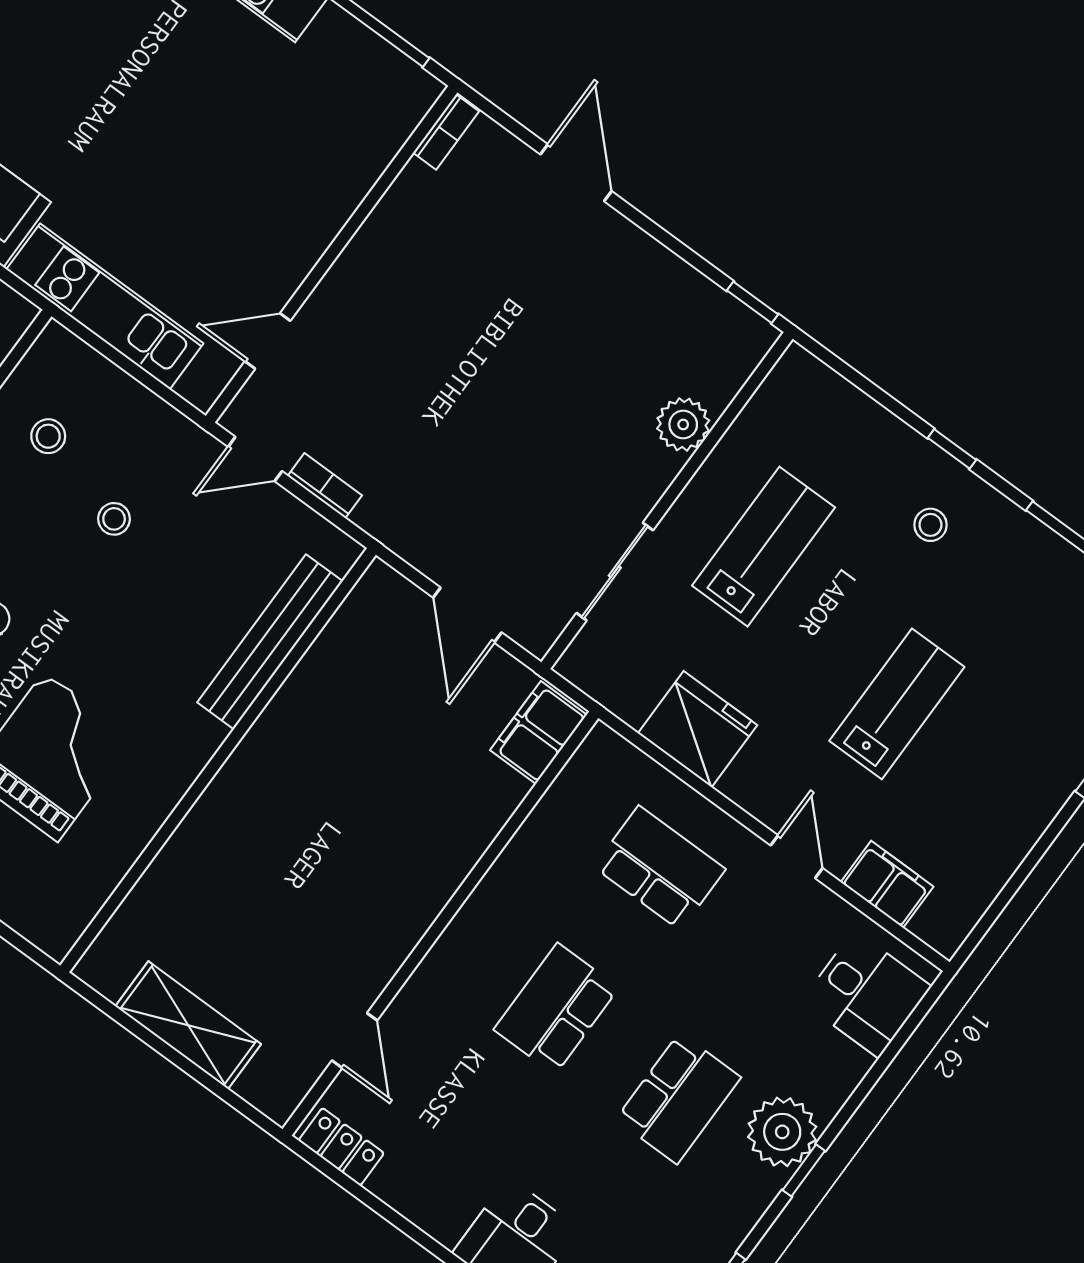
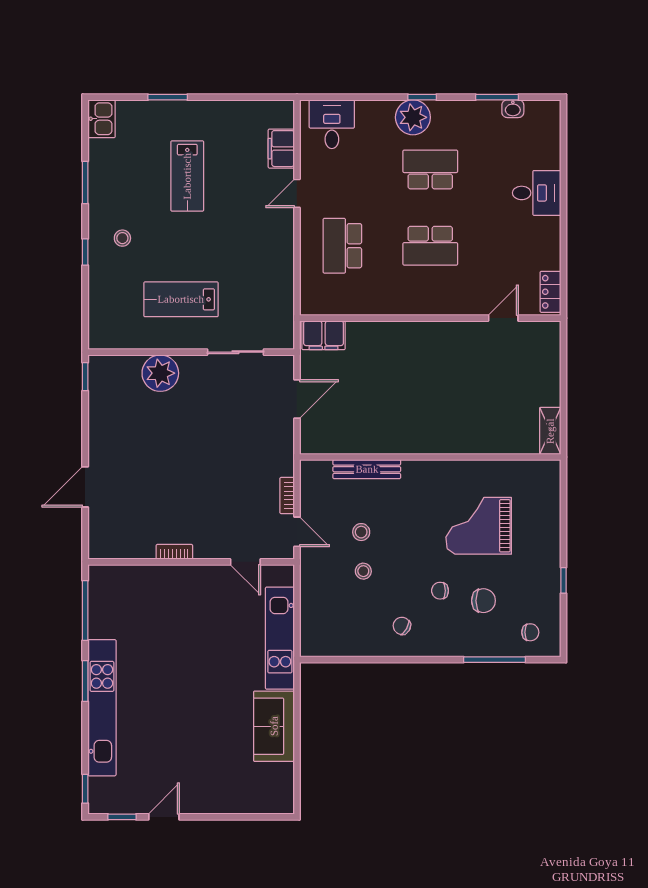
bookcase: (446, 132) -> (174, 552), moved
plant: (683, 424) -> (160, 373), width x1.36, depth x1.36
stool: (48, 436) -> (361, 532), moved
bench: (270, 642) -> (367, 469), width x0.73, depth x0.82
lab bench: (897, 704) -> (187, 176), moved, turned -90
fridge: (698, 729) -> (275, 272), removed
shelving: (188, 1025) -> (550, 431), moved, width x0.67, depth x0.75

